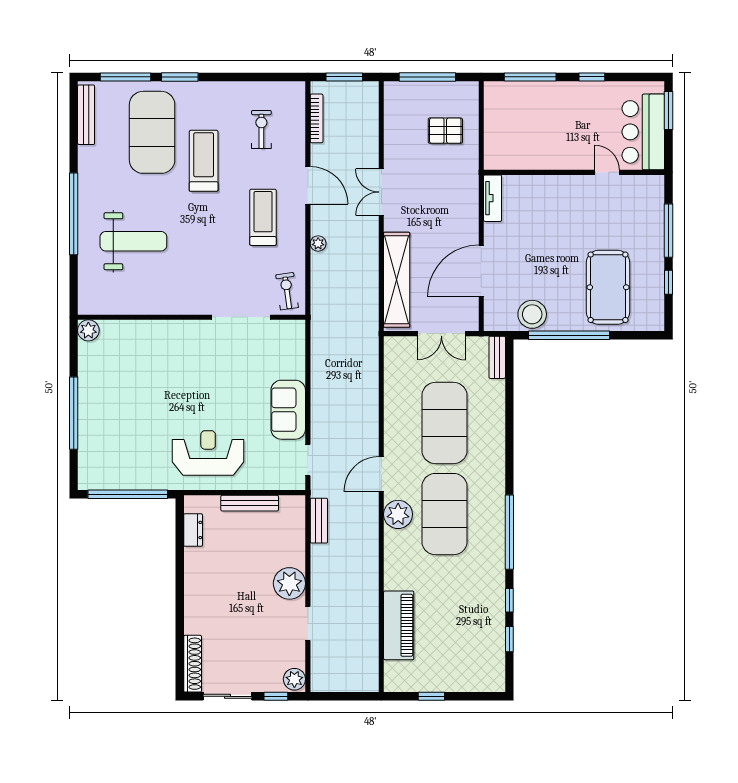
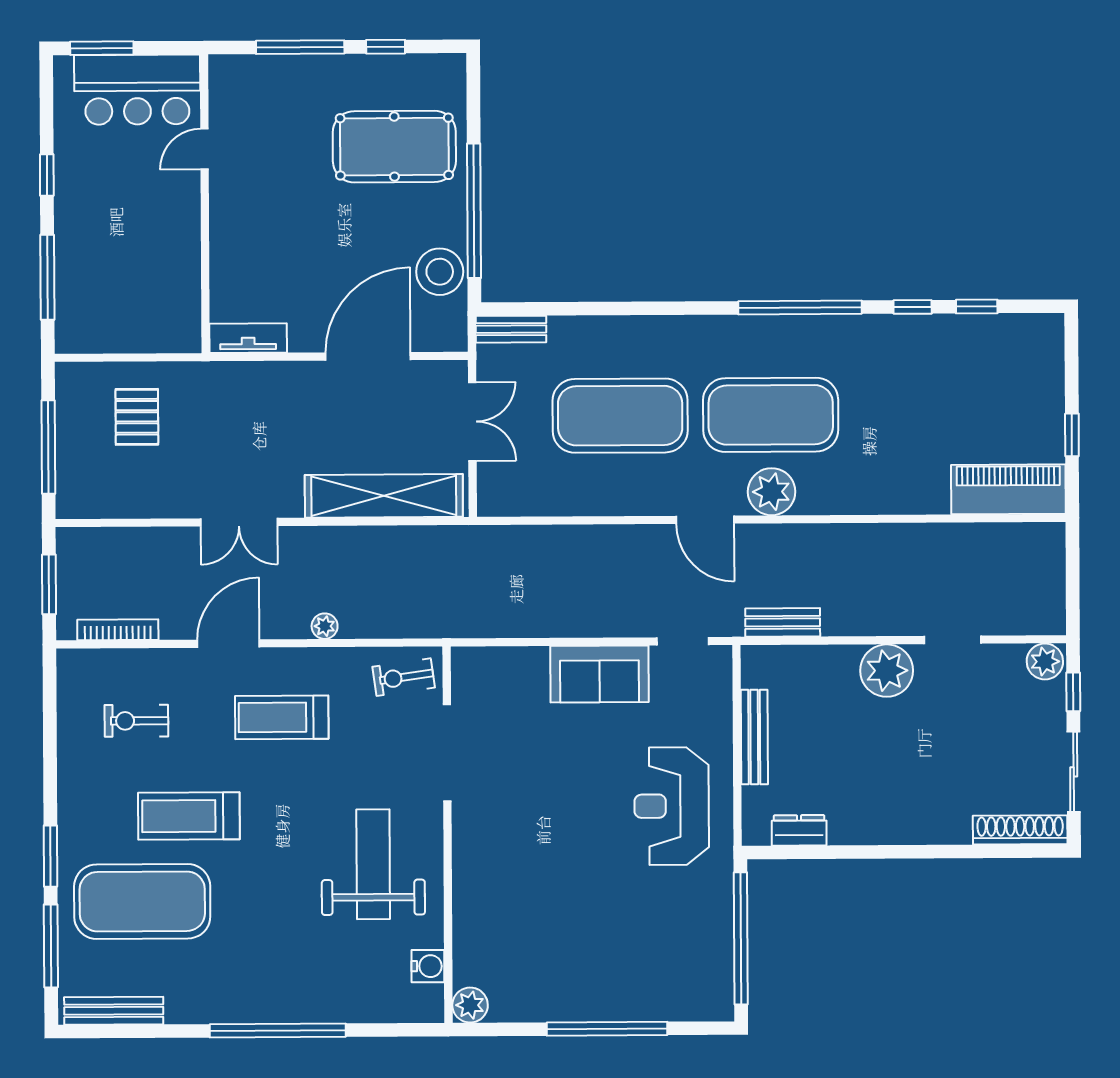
weight bench: (133, 241) -> (373, 864), moved
door: (481, 271) -> (368, 356), swing flipped
water cooler: (112, 305) -> (428, 966), added
piano: (399, 625) -> (1008, 489), moved

